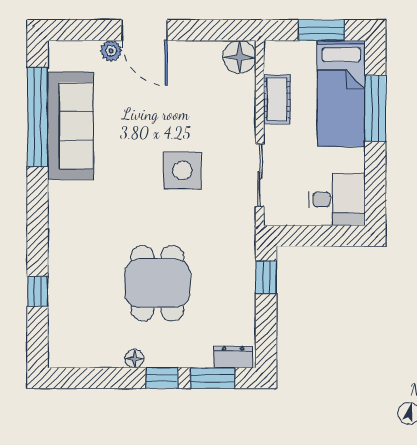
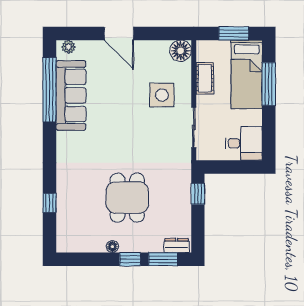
plant: (111, 51) -> (68, 47), moved
side table: (182, 170) -> (162, 95), moved

